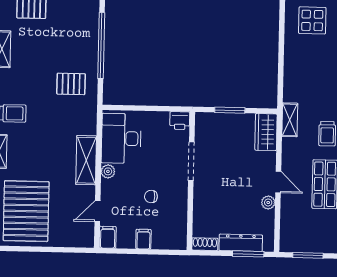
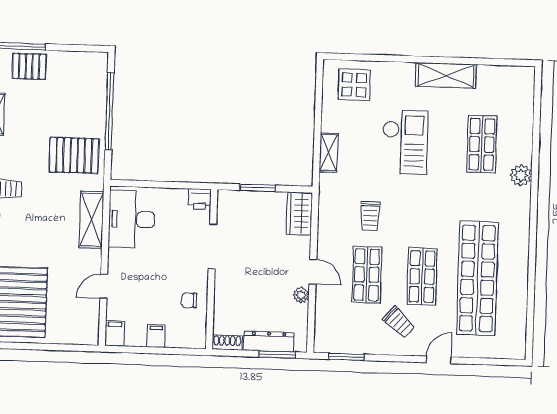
pallet: (71, 84) -> (74, 155), width x1.50, depth x1.42
shelving: (290, 120) -> (329, 152), moved
shelving: (86, 160) -> (91, 220), moved
plant: (108, 171) -> (116, 257), removed
chair: (151, 196) -> (189, 300), moved
door: (97, 211) -> (104, 286), moved

